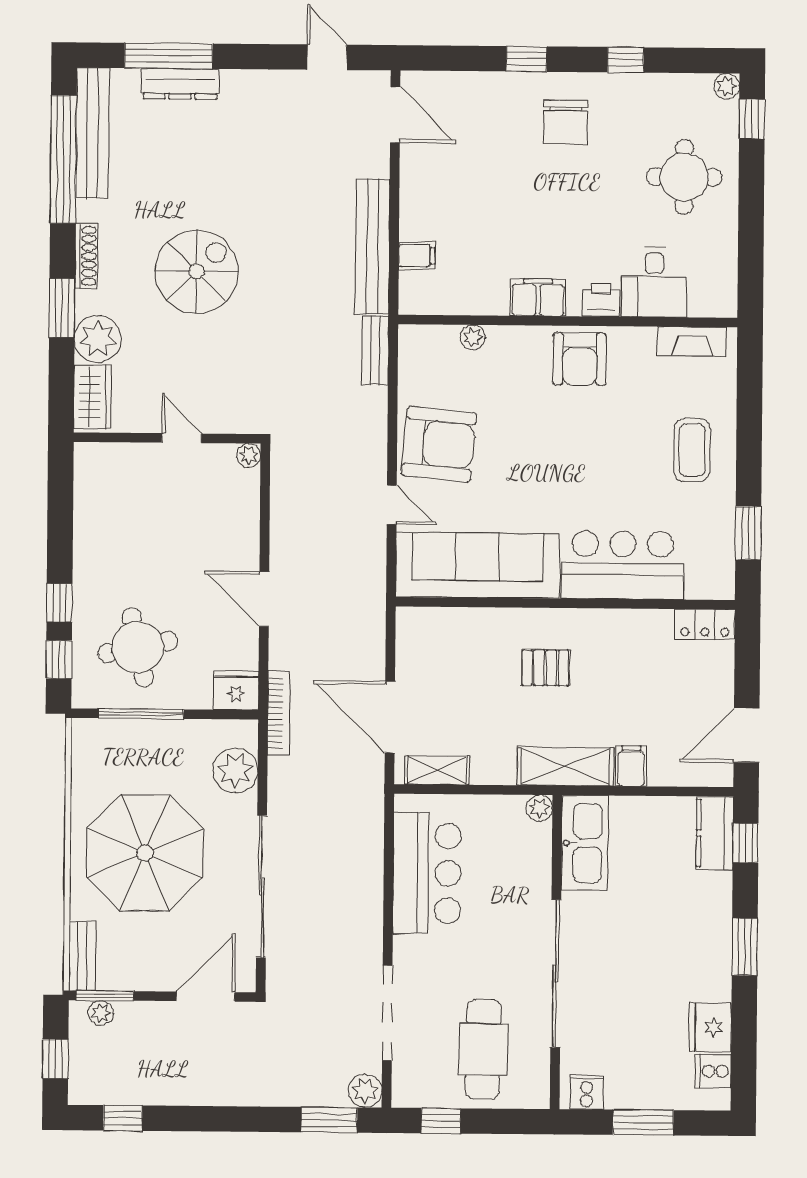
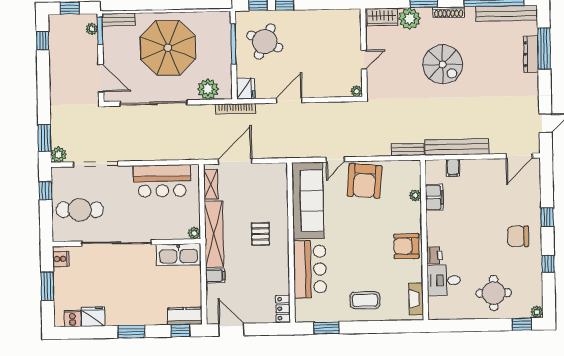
filing cabinet: (538, 298) -> (434, 197), moved
round table: (138, 647) -> (265, 42), turned 37
shelving: (566, 766) -> (214, 234), width x1.47

